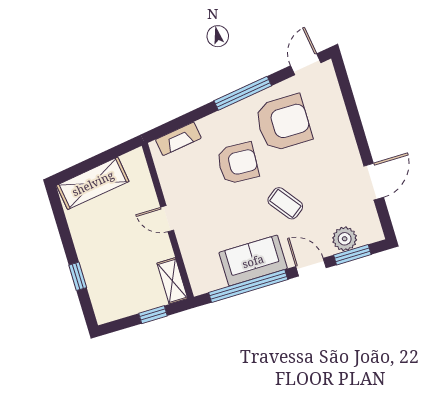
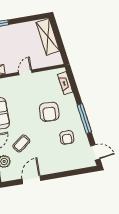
armchair: (283, 123) -> (67, 137), width x0.53, depth x0.53
door: (374, 182) -> (31, 180), swing flipped
coffee table: (285, 203) -> (21, 143), moved

